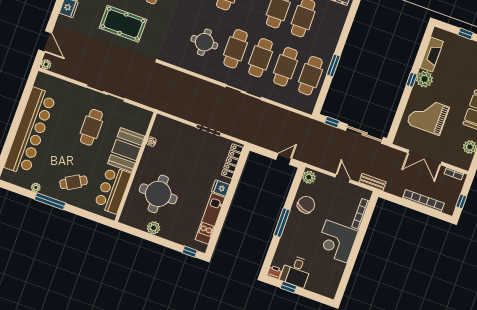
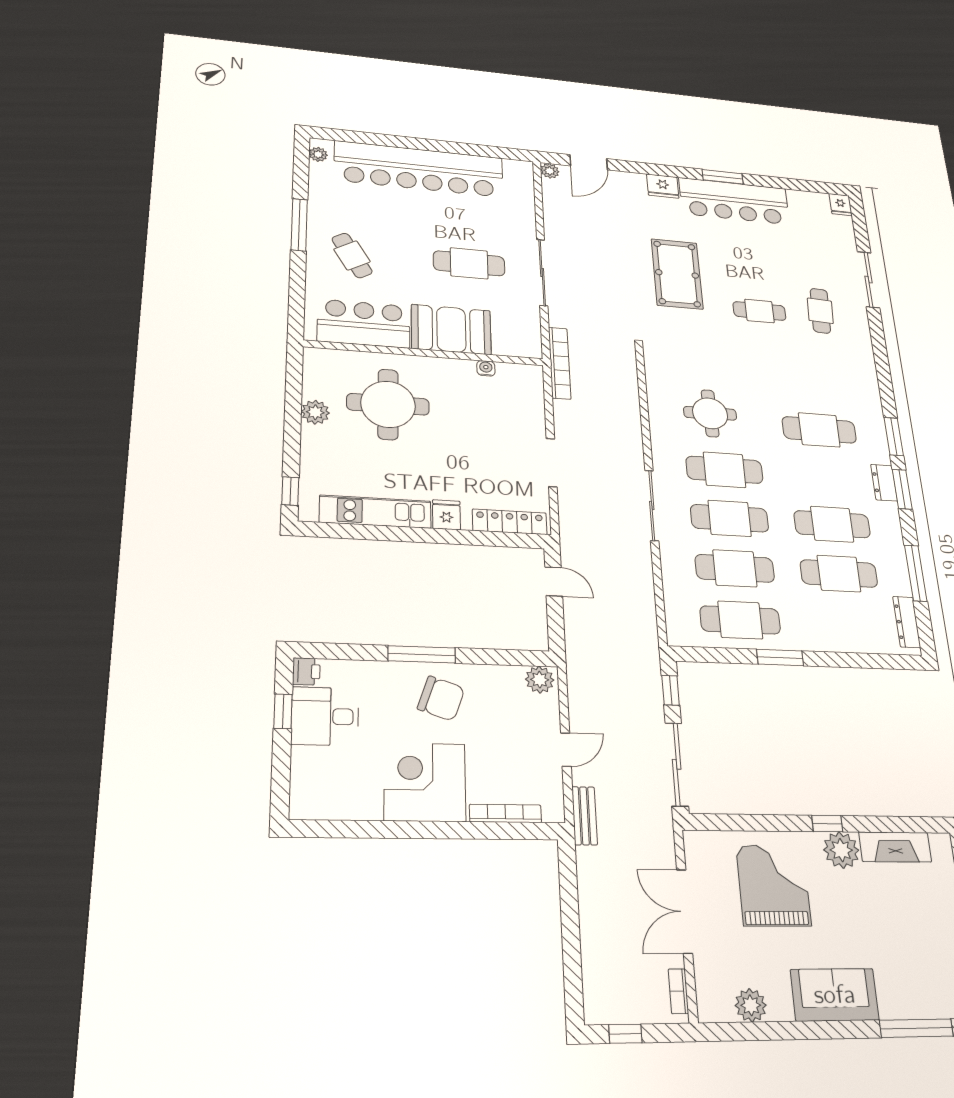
door: (284, 159) -> (554, 582), moved
plant: (36, 187) -> (318, 154), moved
bookcase: (423, 201) -> (559, 363), moved
chair: (306, 205) -> (441, 698), moved

